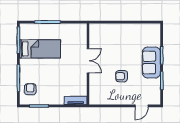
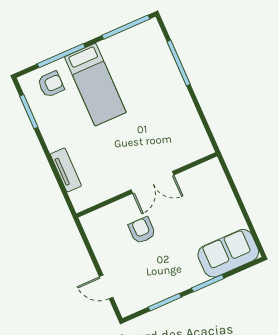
bed: (40, 49) -> (95, 85), moved
double door: (88, 61) -> (152, 182), moved
sofa: (151, 62) -> (228, 253), moved
wall: (88, 64) -> (147, 185), moved

